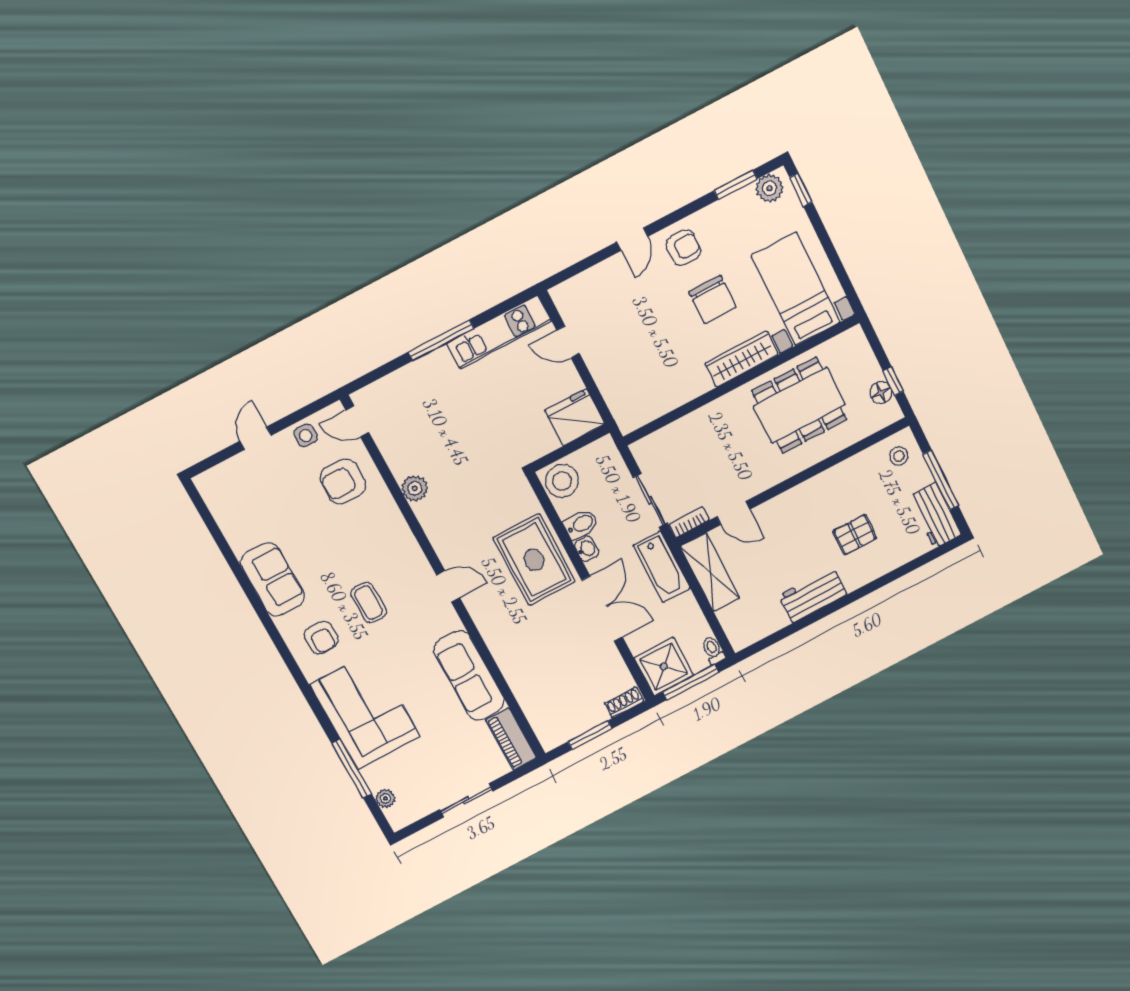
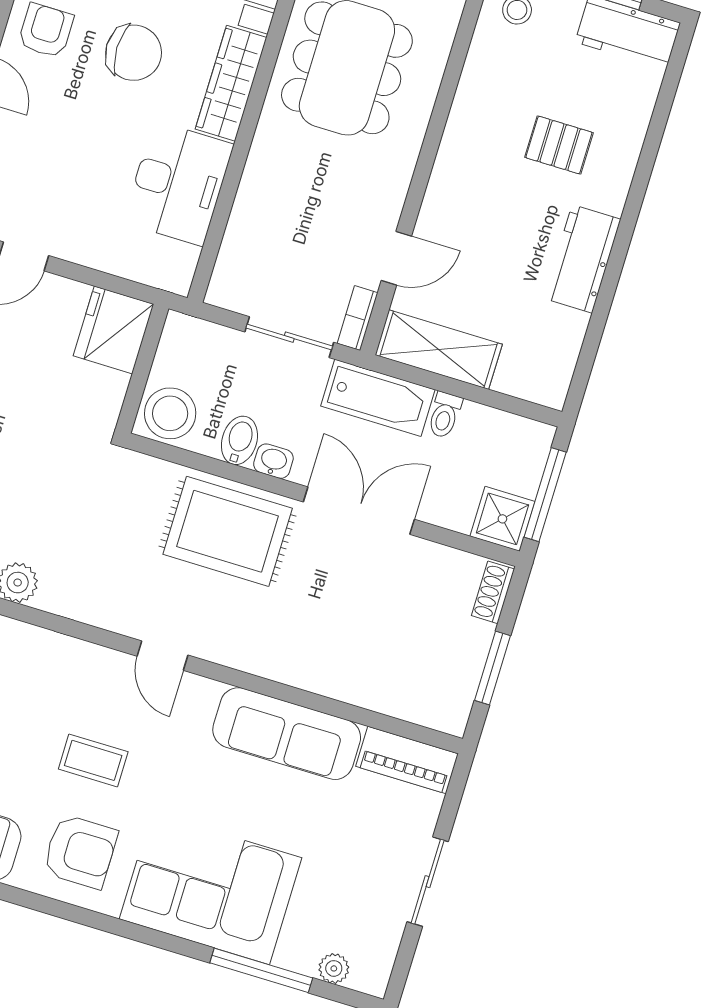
desk: (672, 380) -> (178, 183), added
pallet: (855, 535) -> (559, 145), turned 90
door: (448, 586) -> (163, 656), swing flipped
armchair: (321, 638) -> (80, 852), width x1.38, depth x1.38
toilet: (713, 650) -> (445, 415), moved, turned -90
shower: (664, 667) -> (502, 519), width x0.73, depth x0.73

